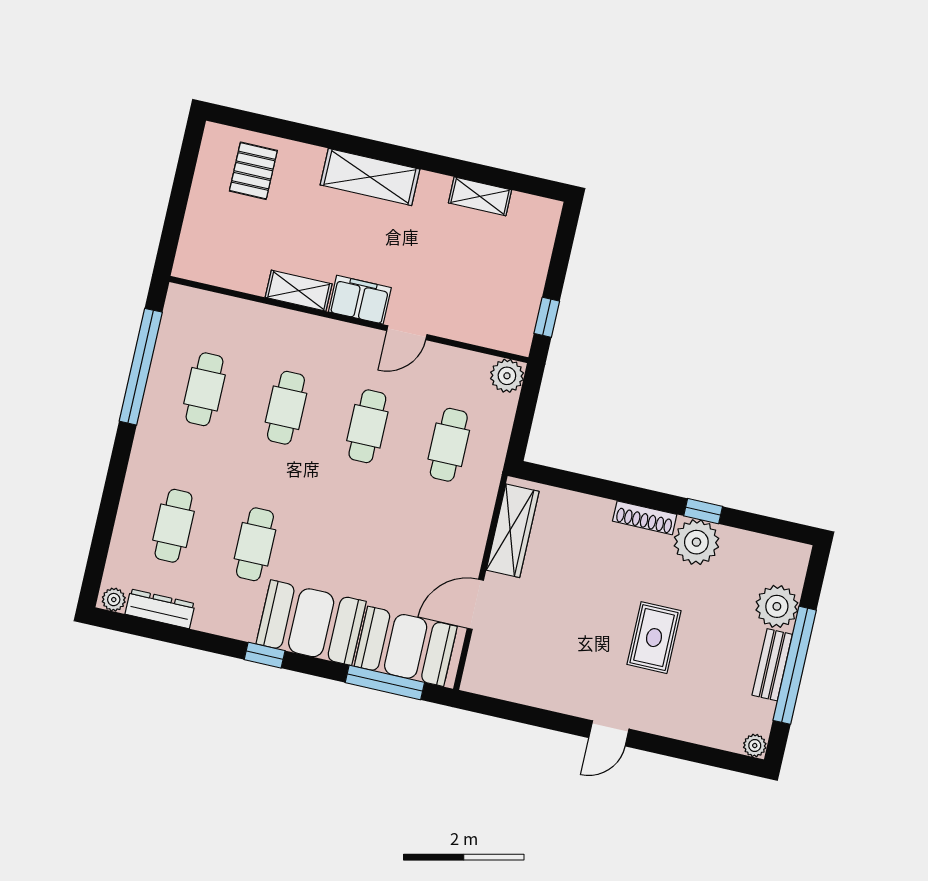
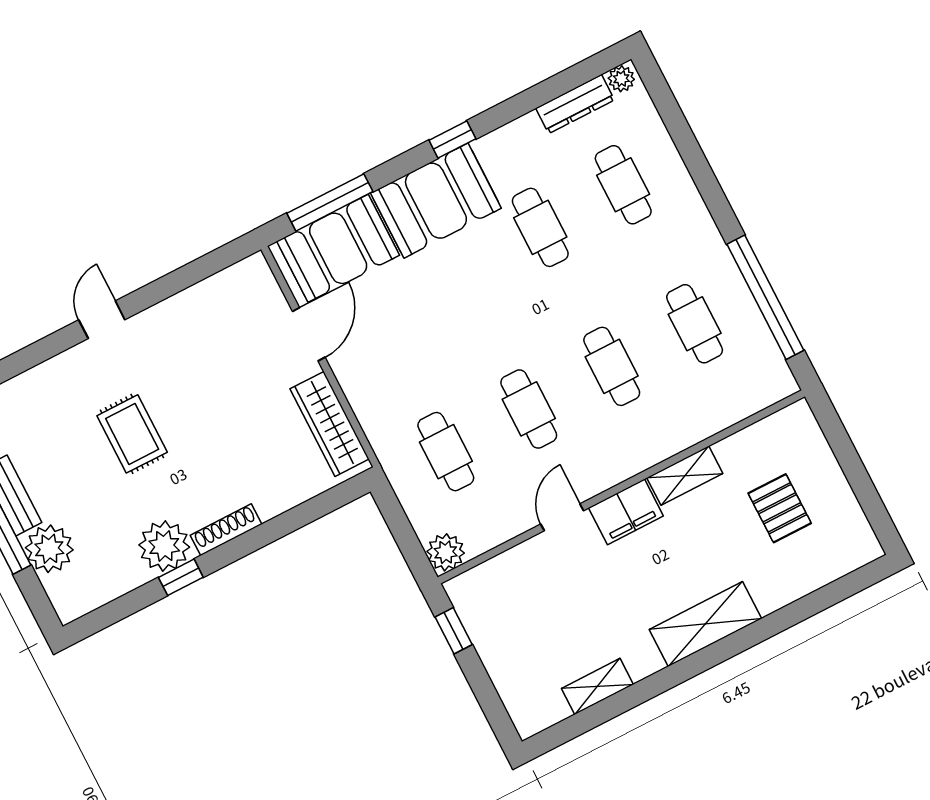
pallet: (253, 171) -> (780, 508), moved

